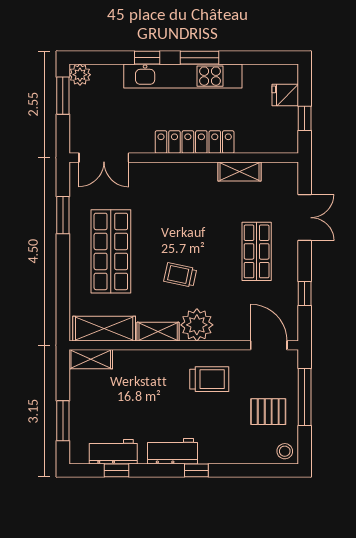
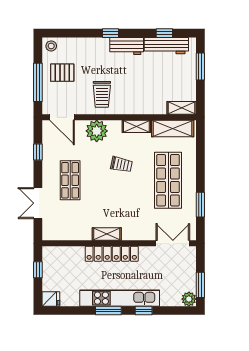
fridge: (285, 95) -> (51, 299), moved
shelving: (240, 171) -> (107, 234), moved
plant: (197, 325) -> (97, 131), moved
trolley: (209, 379) -> (102, 94), turned -90
workbench: (113, 452) -> (166, 46), width x1.38

